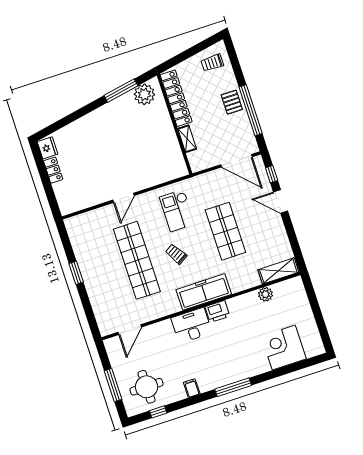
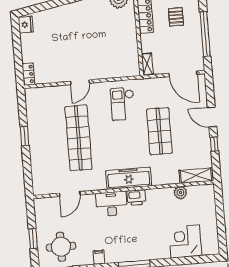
pallet: (232, 102) -> (176, 17), moved
shelving: (187, 139) -> (147, 64), moved
locker: (53, 170) -> (28, 74), moved
window: (272, 174) -> (214, 144), moved
trolley: (176, 254) -> (113, 140), removed
door: (130, 330) -> (70, 194), moved
window: (113, 385) -> (33, 239), width x0.69

